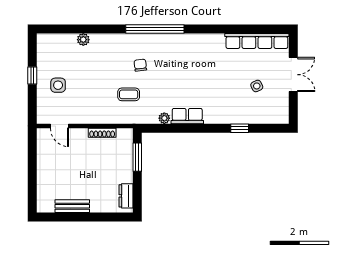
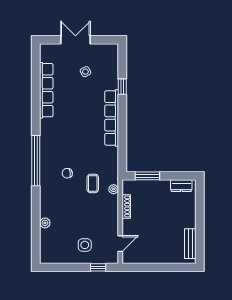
row of seats: (257, 41) -> (46, 90), moved
window: (32, 75) -> (98, 267), moved
row of seats: (187, 116) -> (112, 118), width x2.02
plant: (164, 118) -> (114, 189), moved
bench: (72, 206) -> (190, 244), moved

